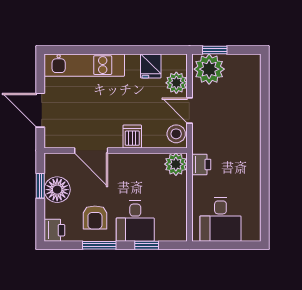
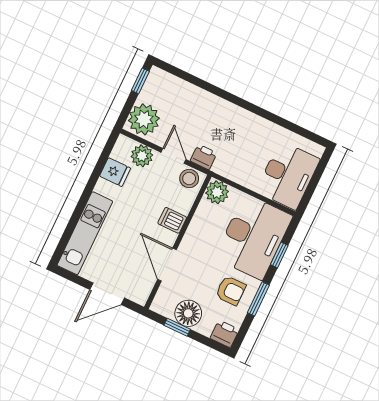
window: (215, 50) -> (140, 81), moved
door: (189, 110) -> (173, 156), swing flipped
door: (91, 150) -> (167, 265), swing flipped
printer: (201, 164) -> (204, 157), moved
desk: (220, 219) -> (288, 175), width x1.37
desk: (135, 221) -> (253, 237), width x1.87, depth x1.30

